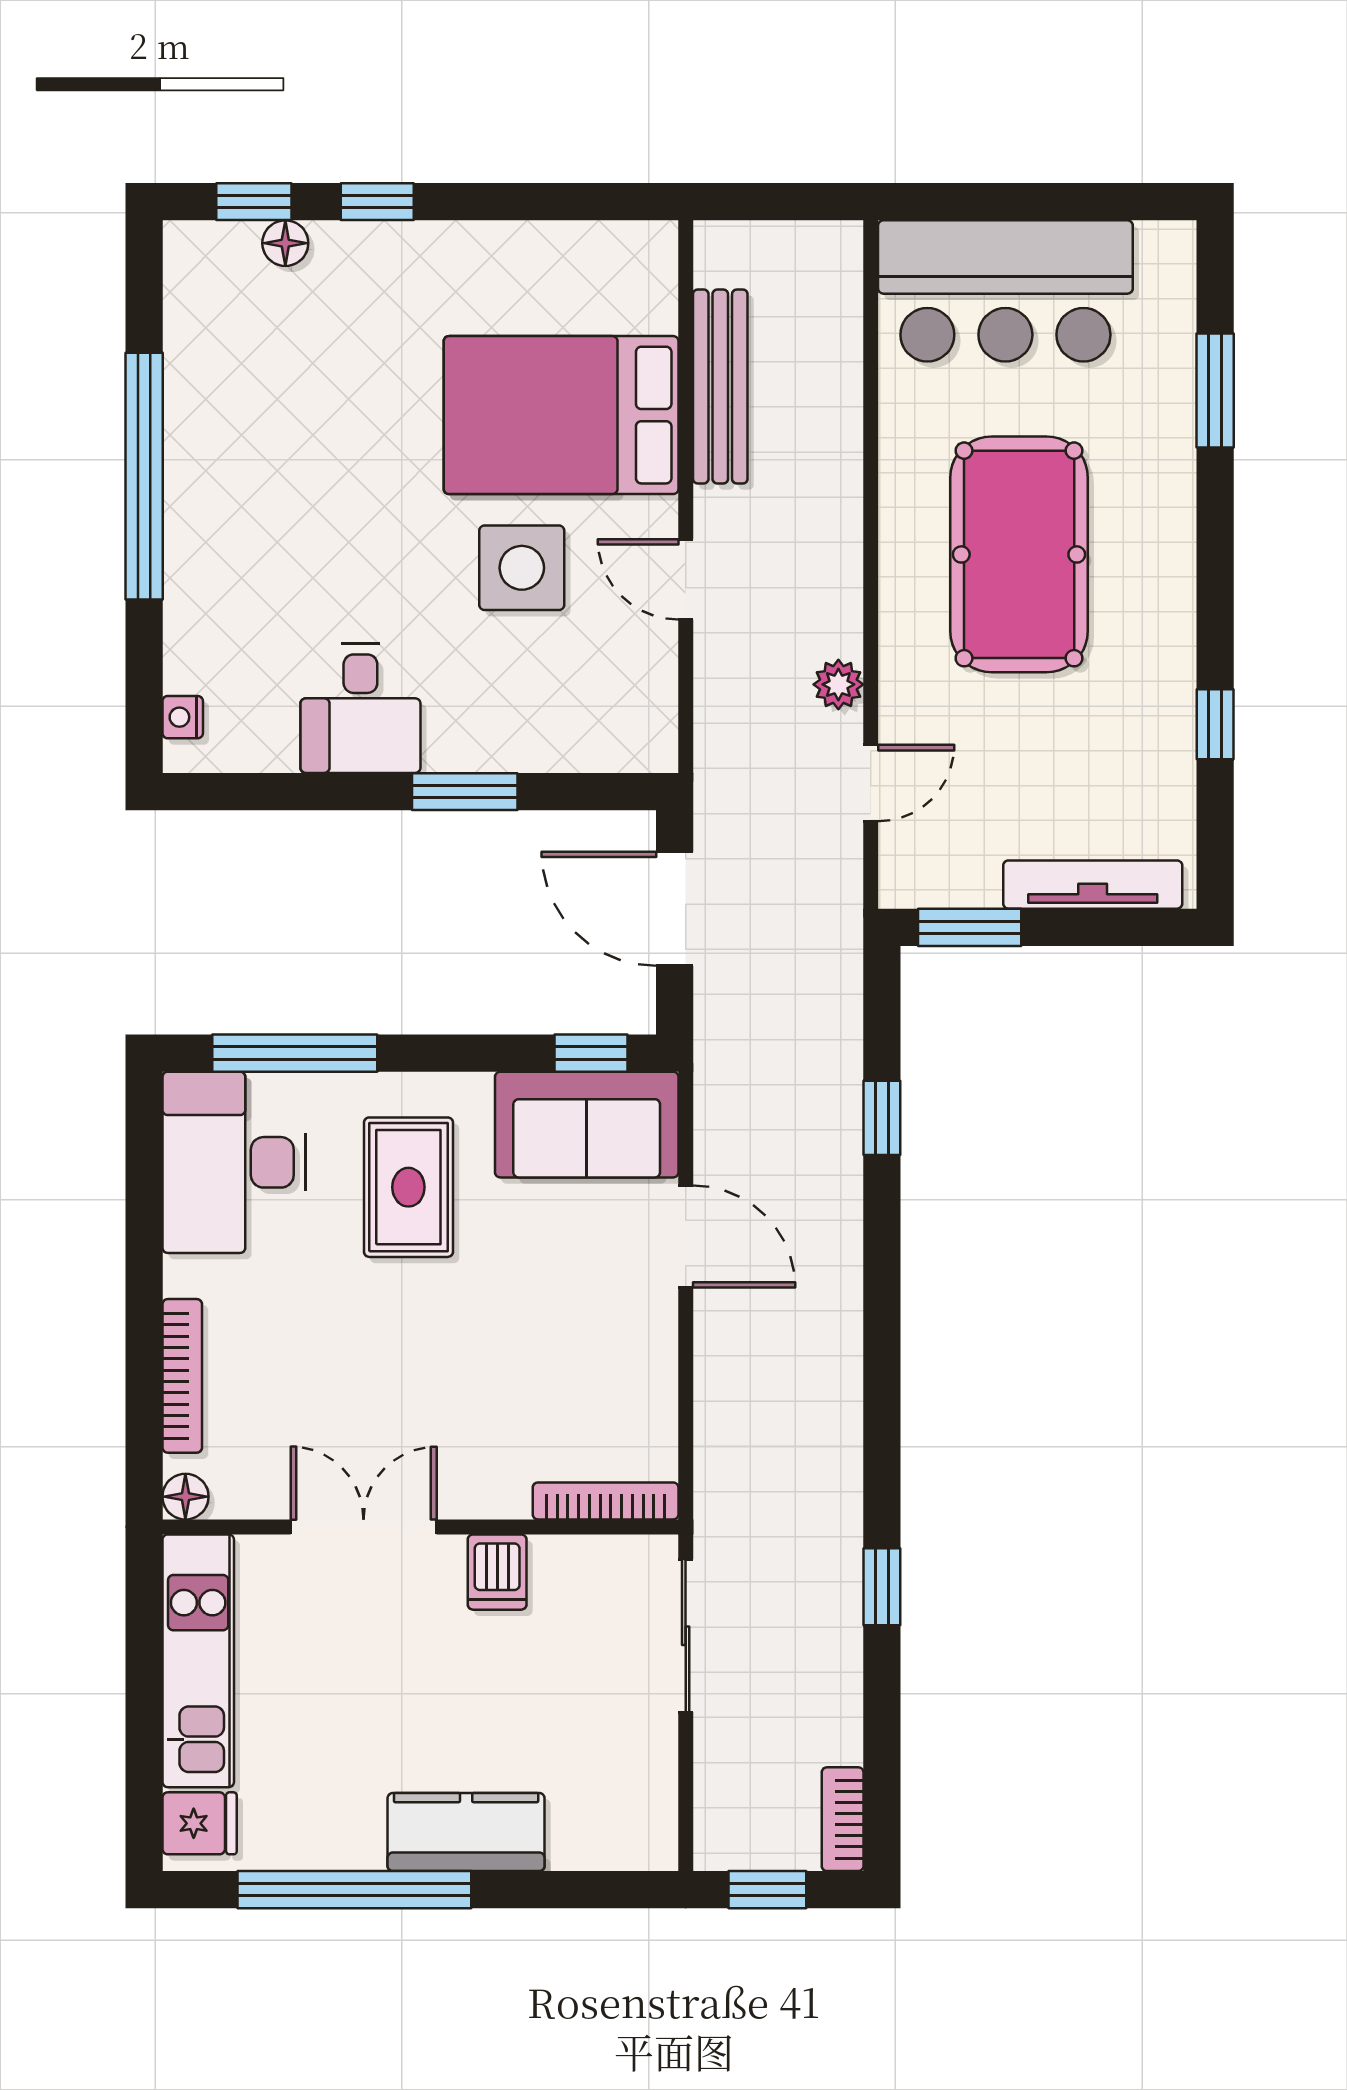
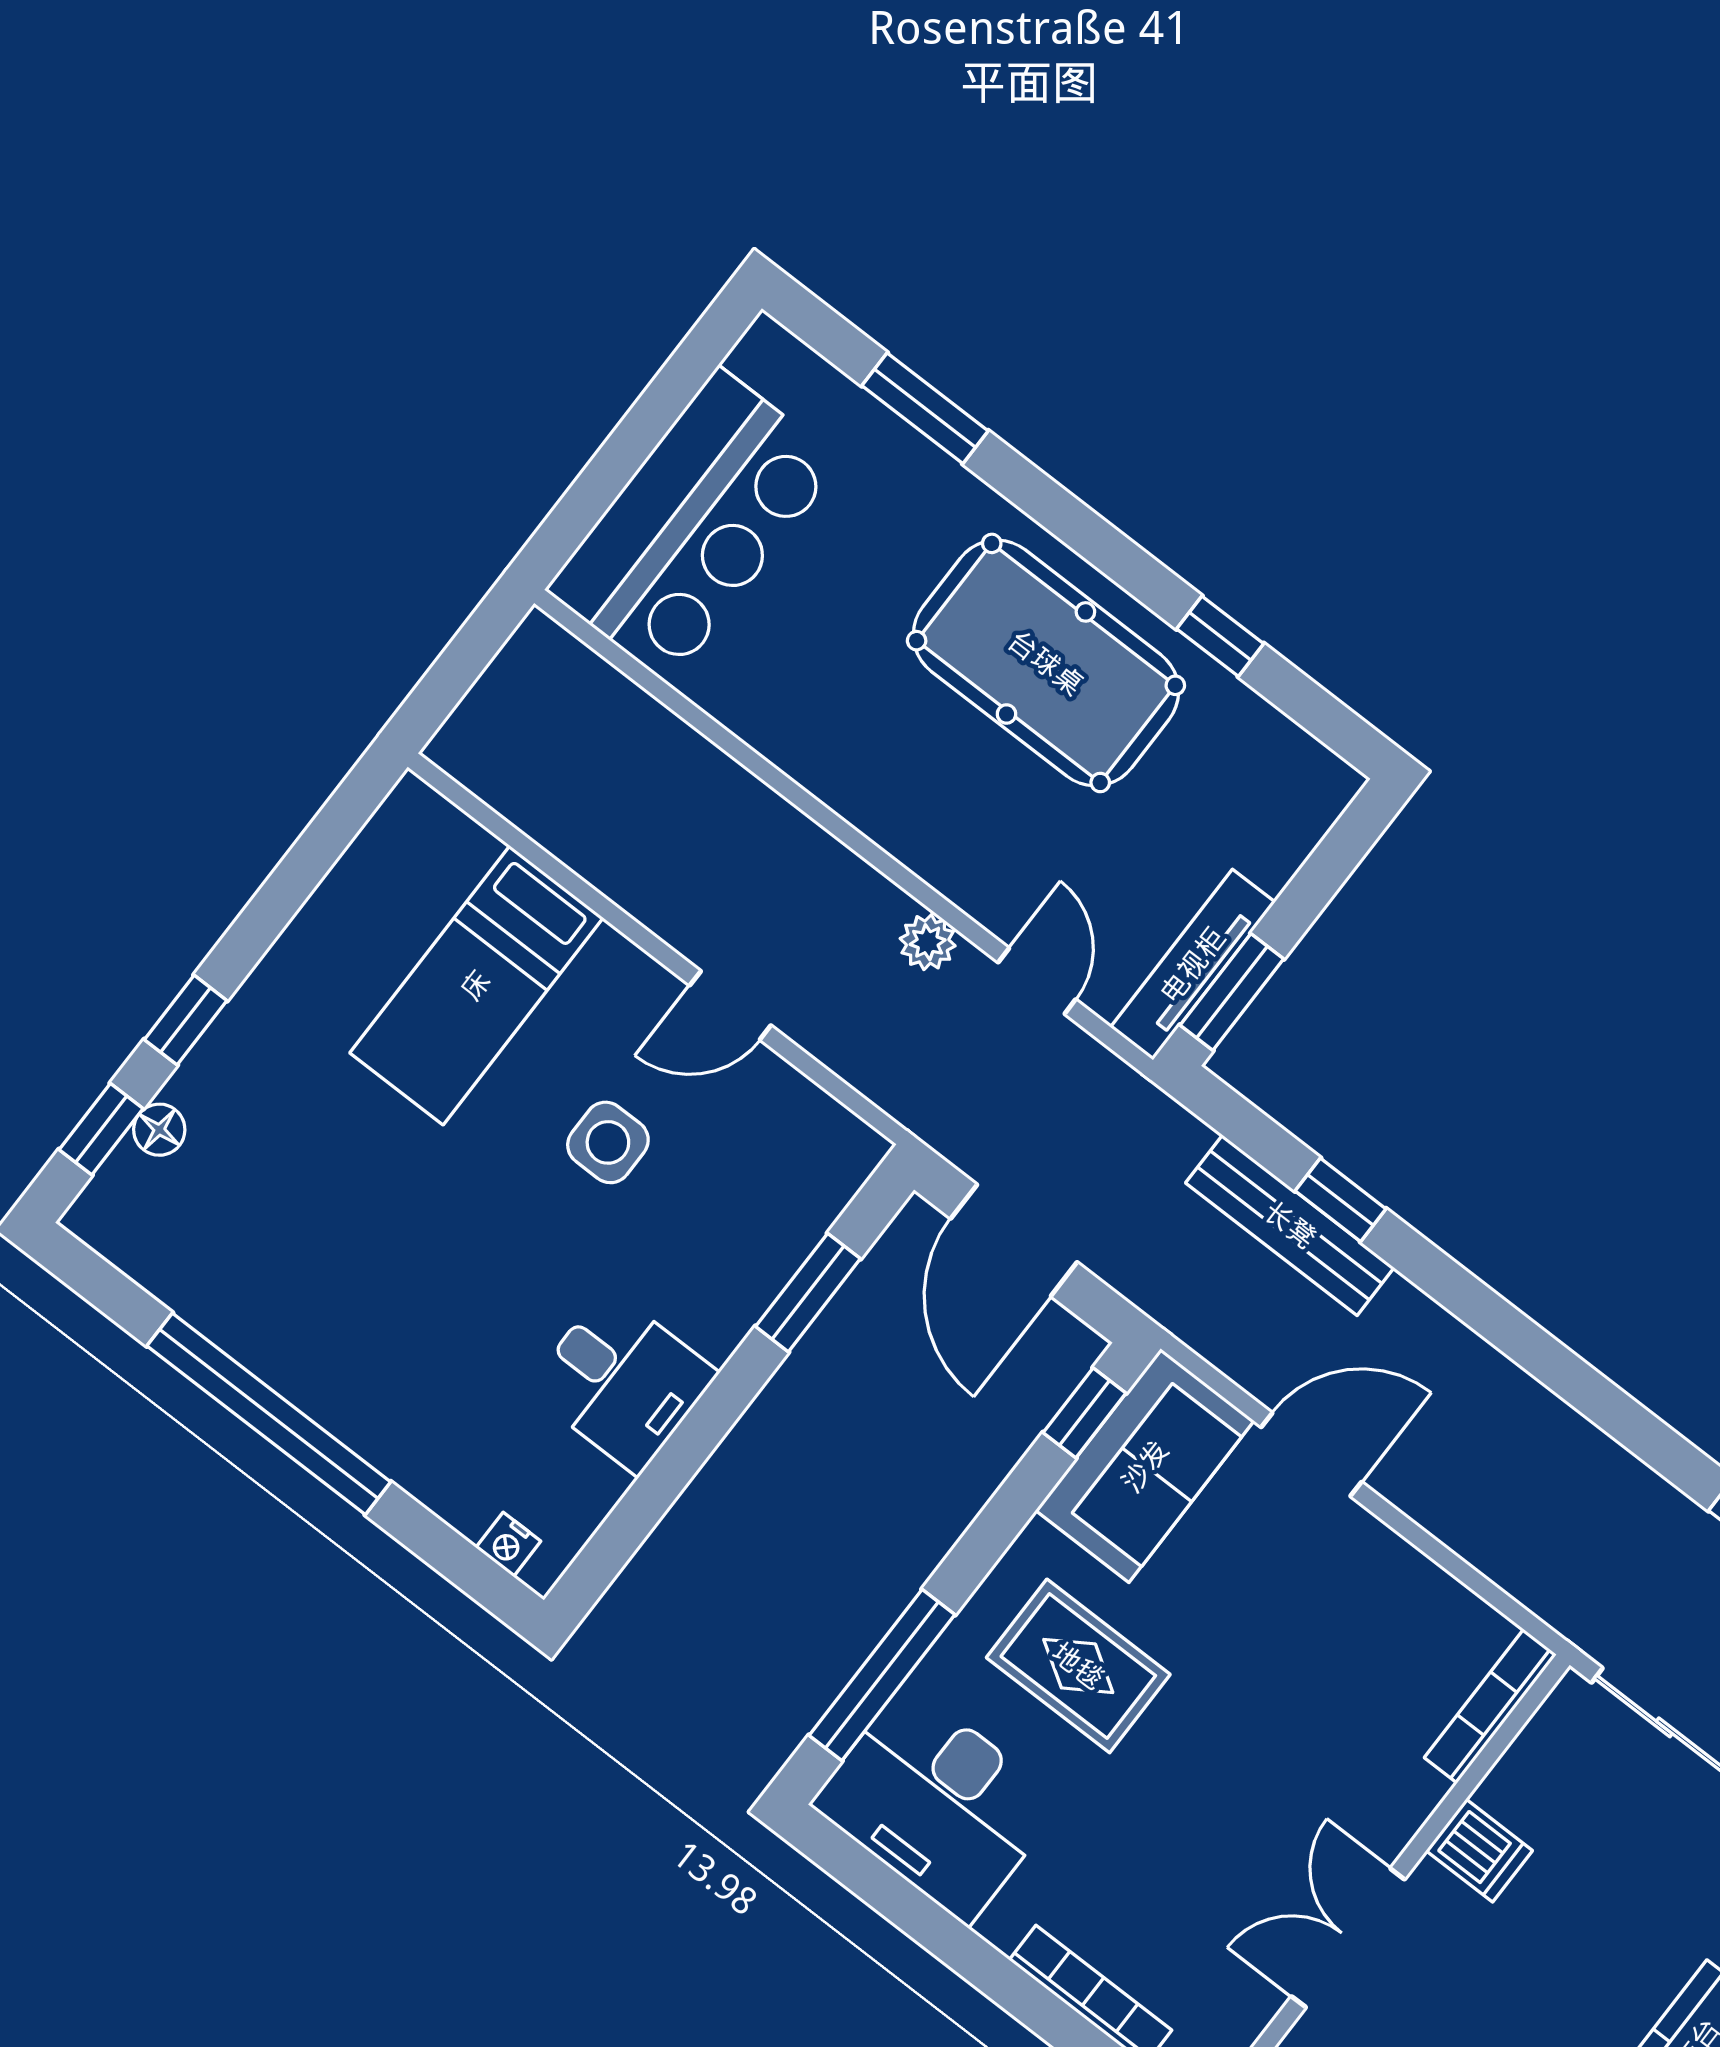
bench: (720, 386) -> (1290, 1225), moved
bed: (561, 415) -> (476, 985), width x0.67
pool table: (1019, 554) -> (1046, 663), moved
side table: (522, 568) -> (608, 1142), width x0.73, depth x0.73
window: (465, 792) -> (808, 1293), moved
tv unit: (1093, 885) -> (1193, 965), moved
door: (675, 909) -> (1014, 1240), hinge flipped

